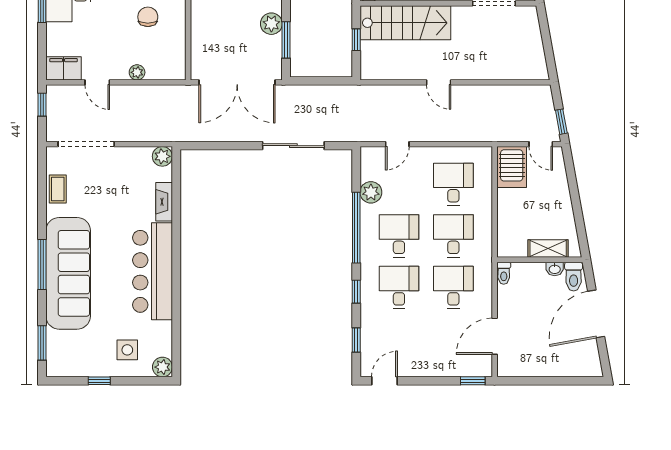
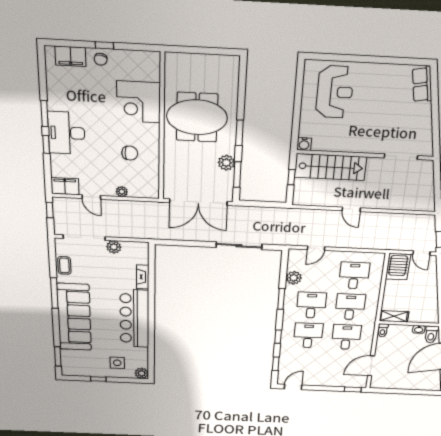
chair: (148, 17) -> (130, 153), turned 90
plant: (162, 156) -> (114, 247), moved
window: (356, 228) -> (281, 299), width x0.47
shelving: (548, 248) -> (394, 316), moved
window: (42, 265) -> (54, 293), moved

